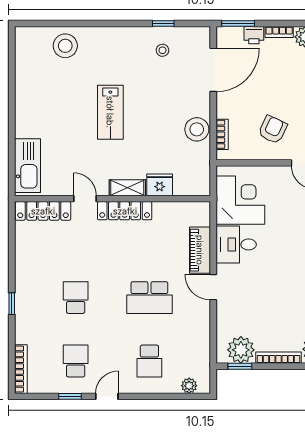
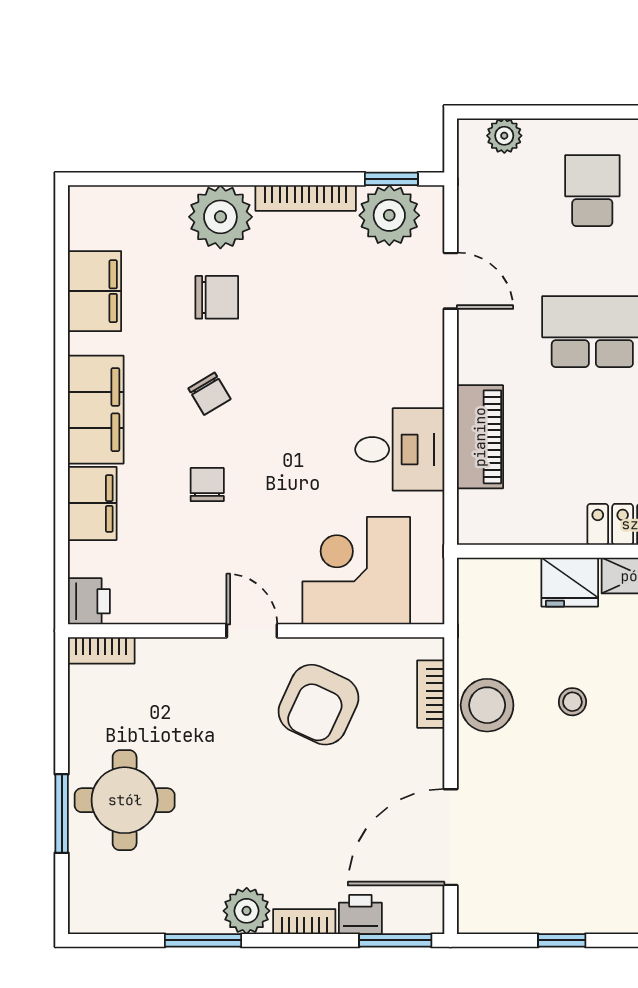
stool: (162, 50) -> (572, 702), moved
armchair: (273, 130) -> (318, 705), width x1.38, depth x1.38
corner desk: (240, 200) -> (356, 571), moved, turned 90
door: (213, 287) -> (451, 281), moved

